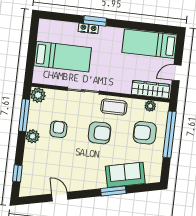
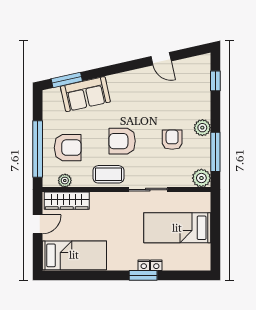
armchair: (58, 129) -> (172, 140), turned 180
window: (113, 191) -> (67, 80), moved

